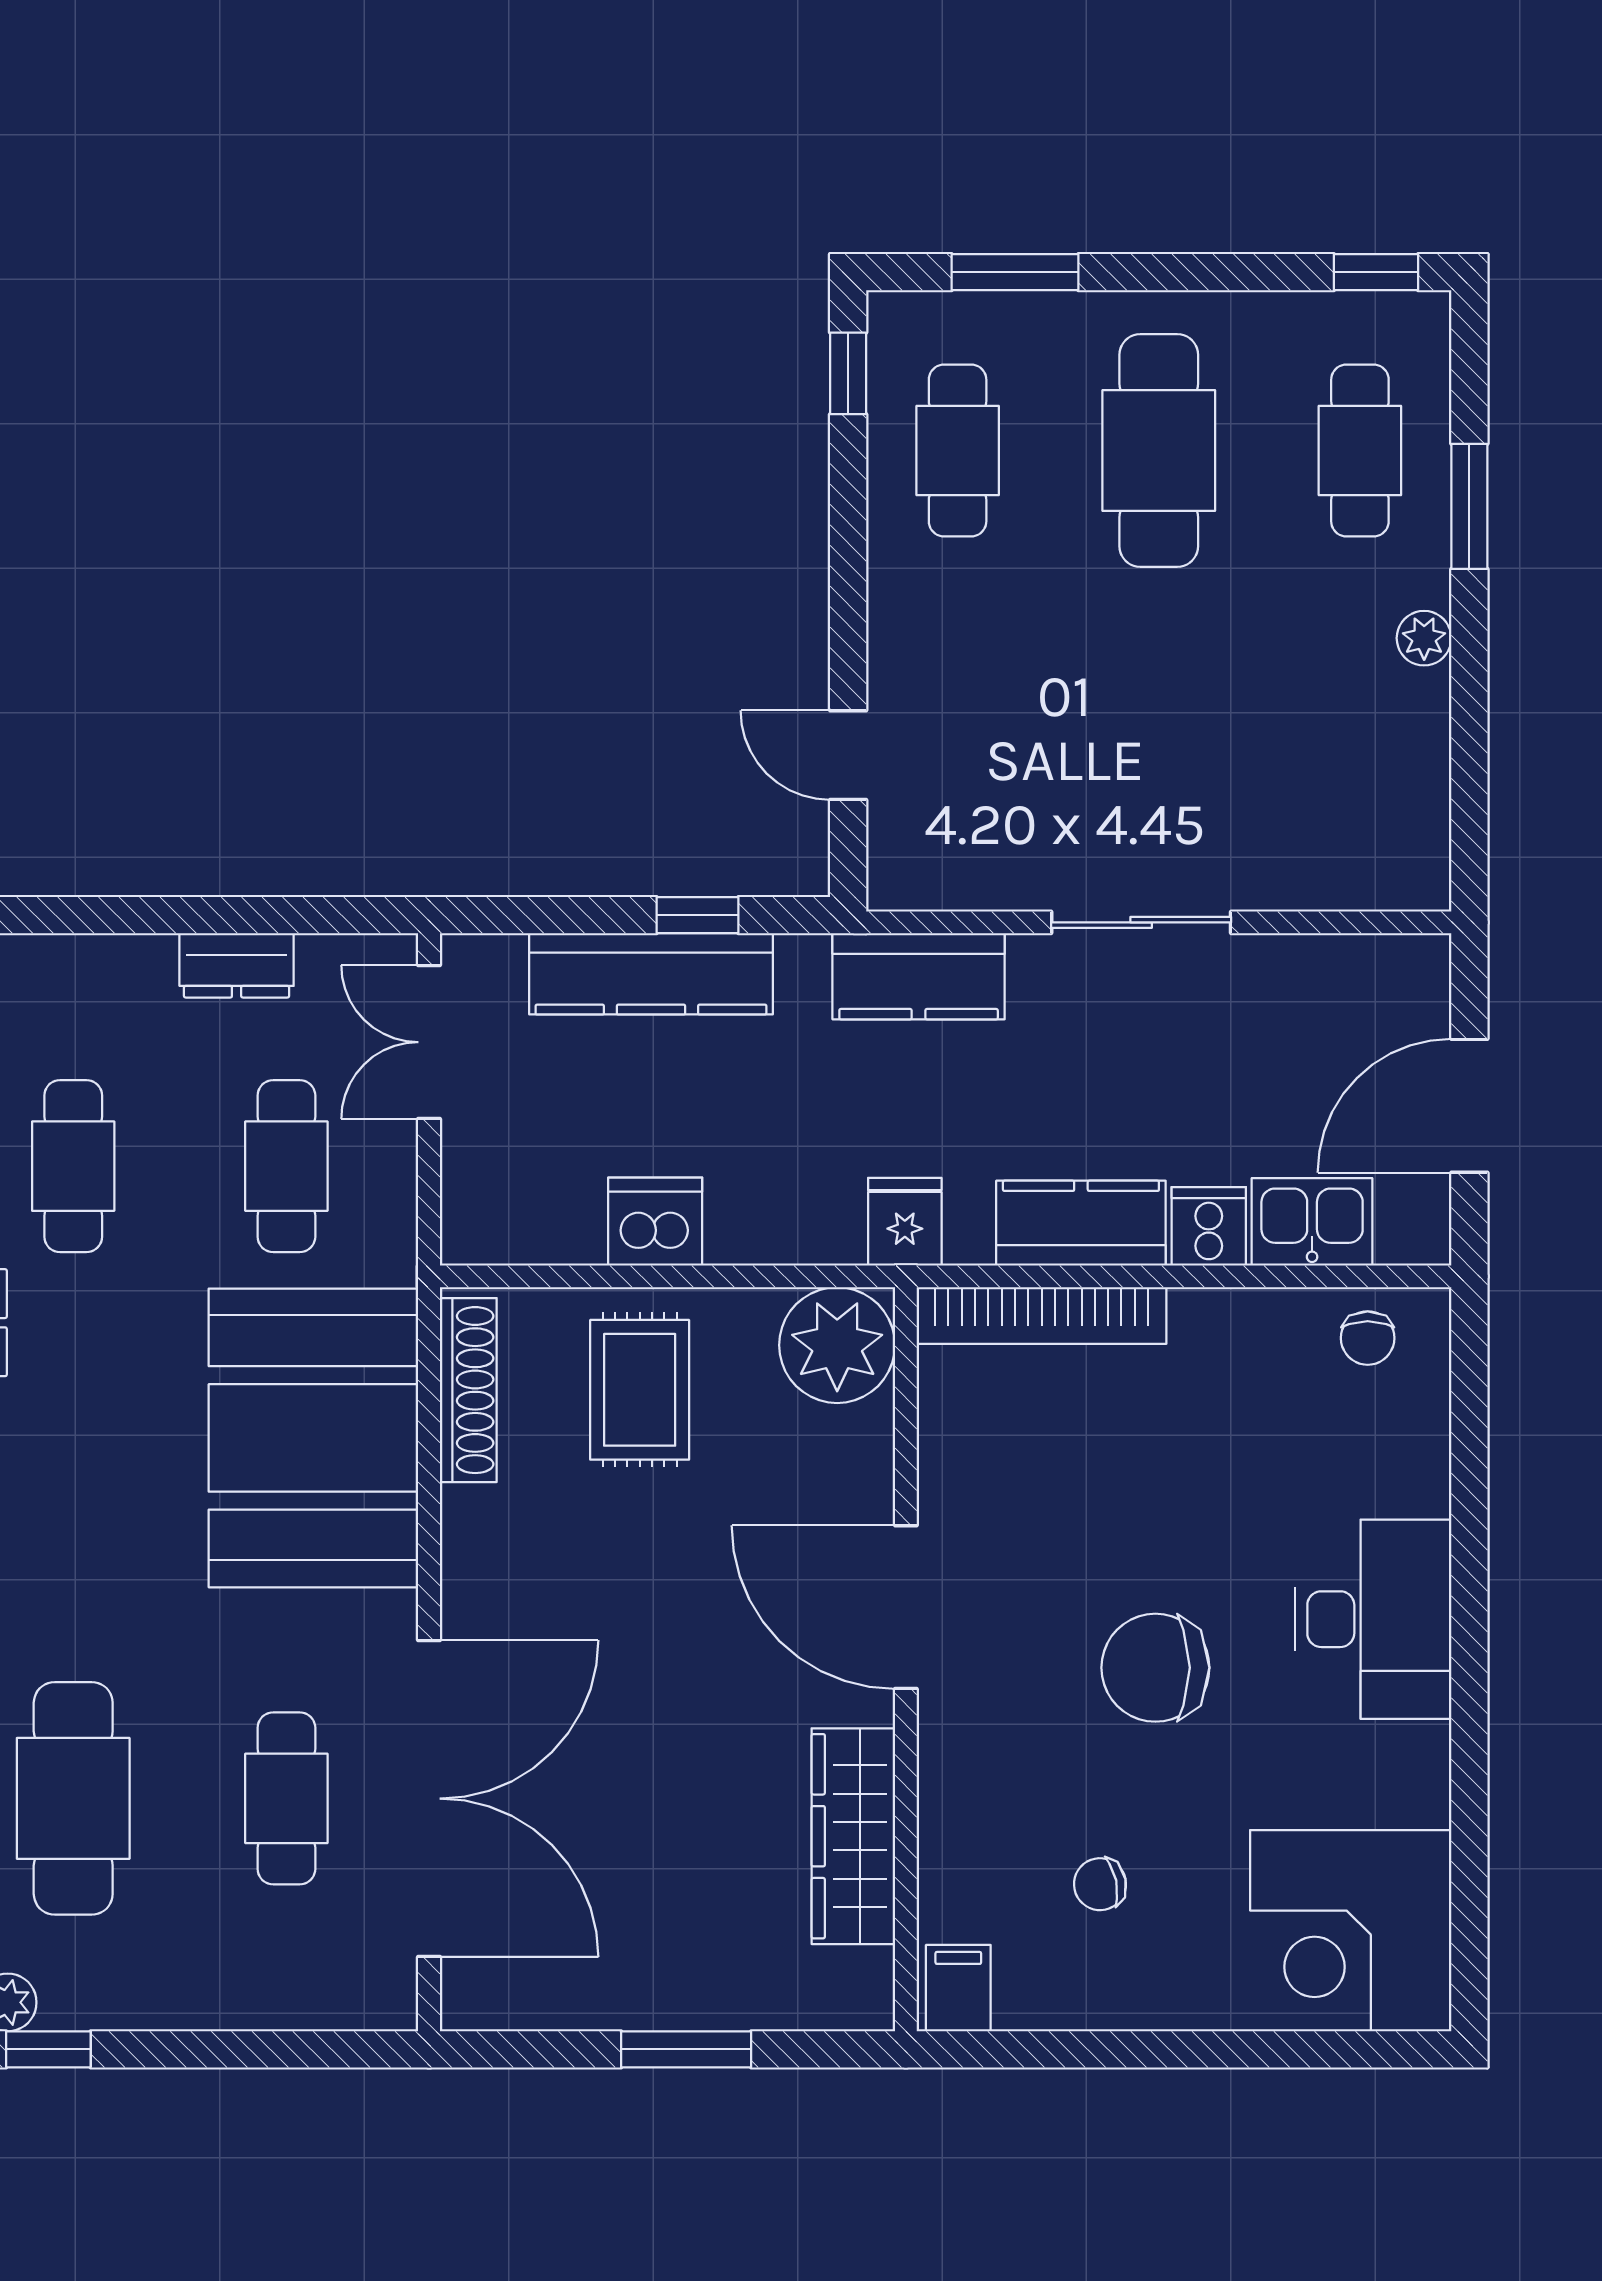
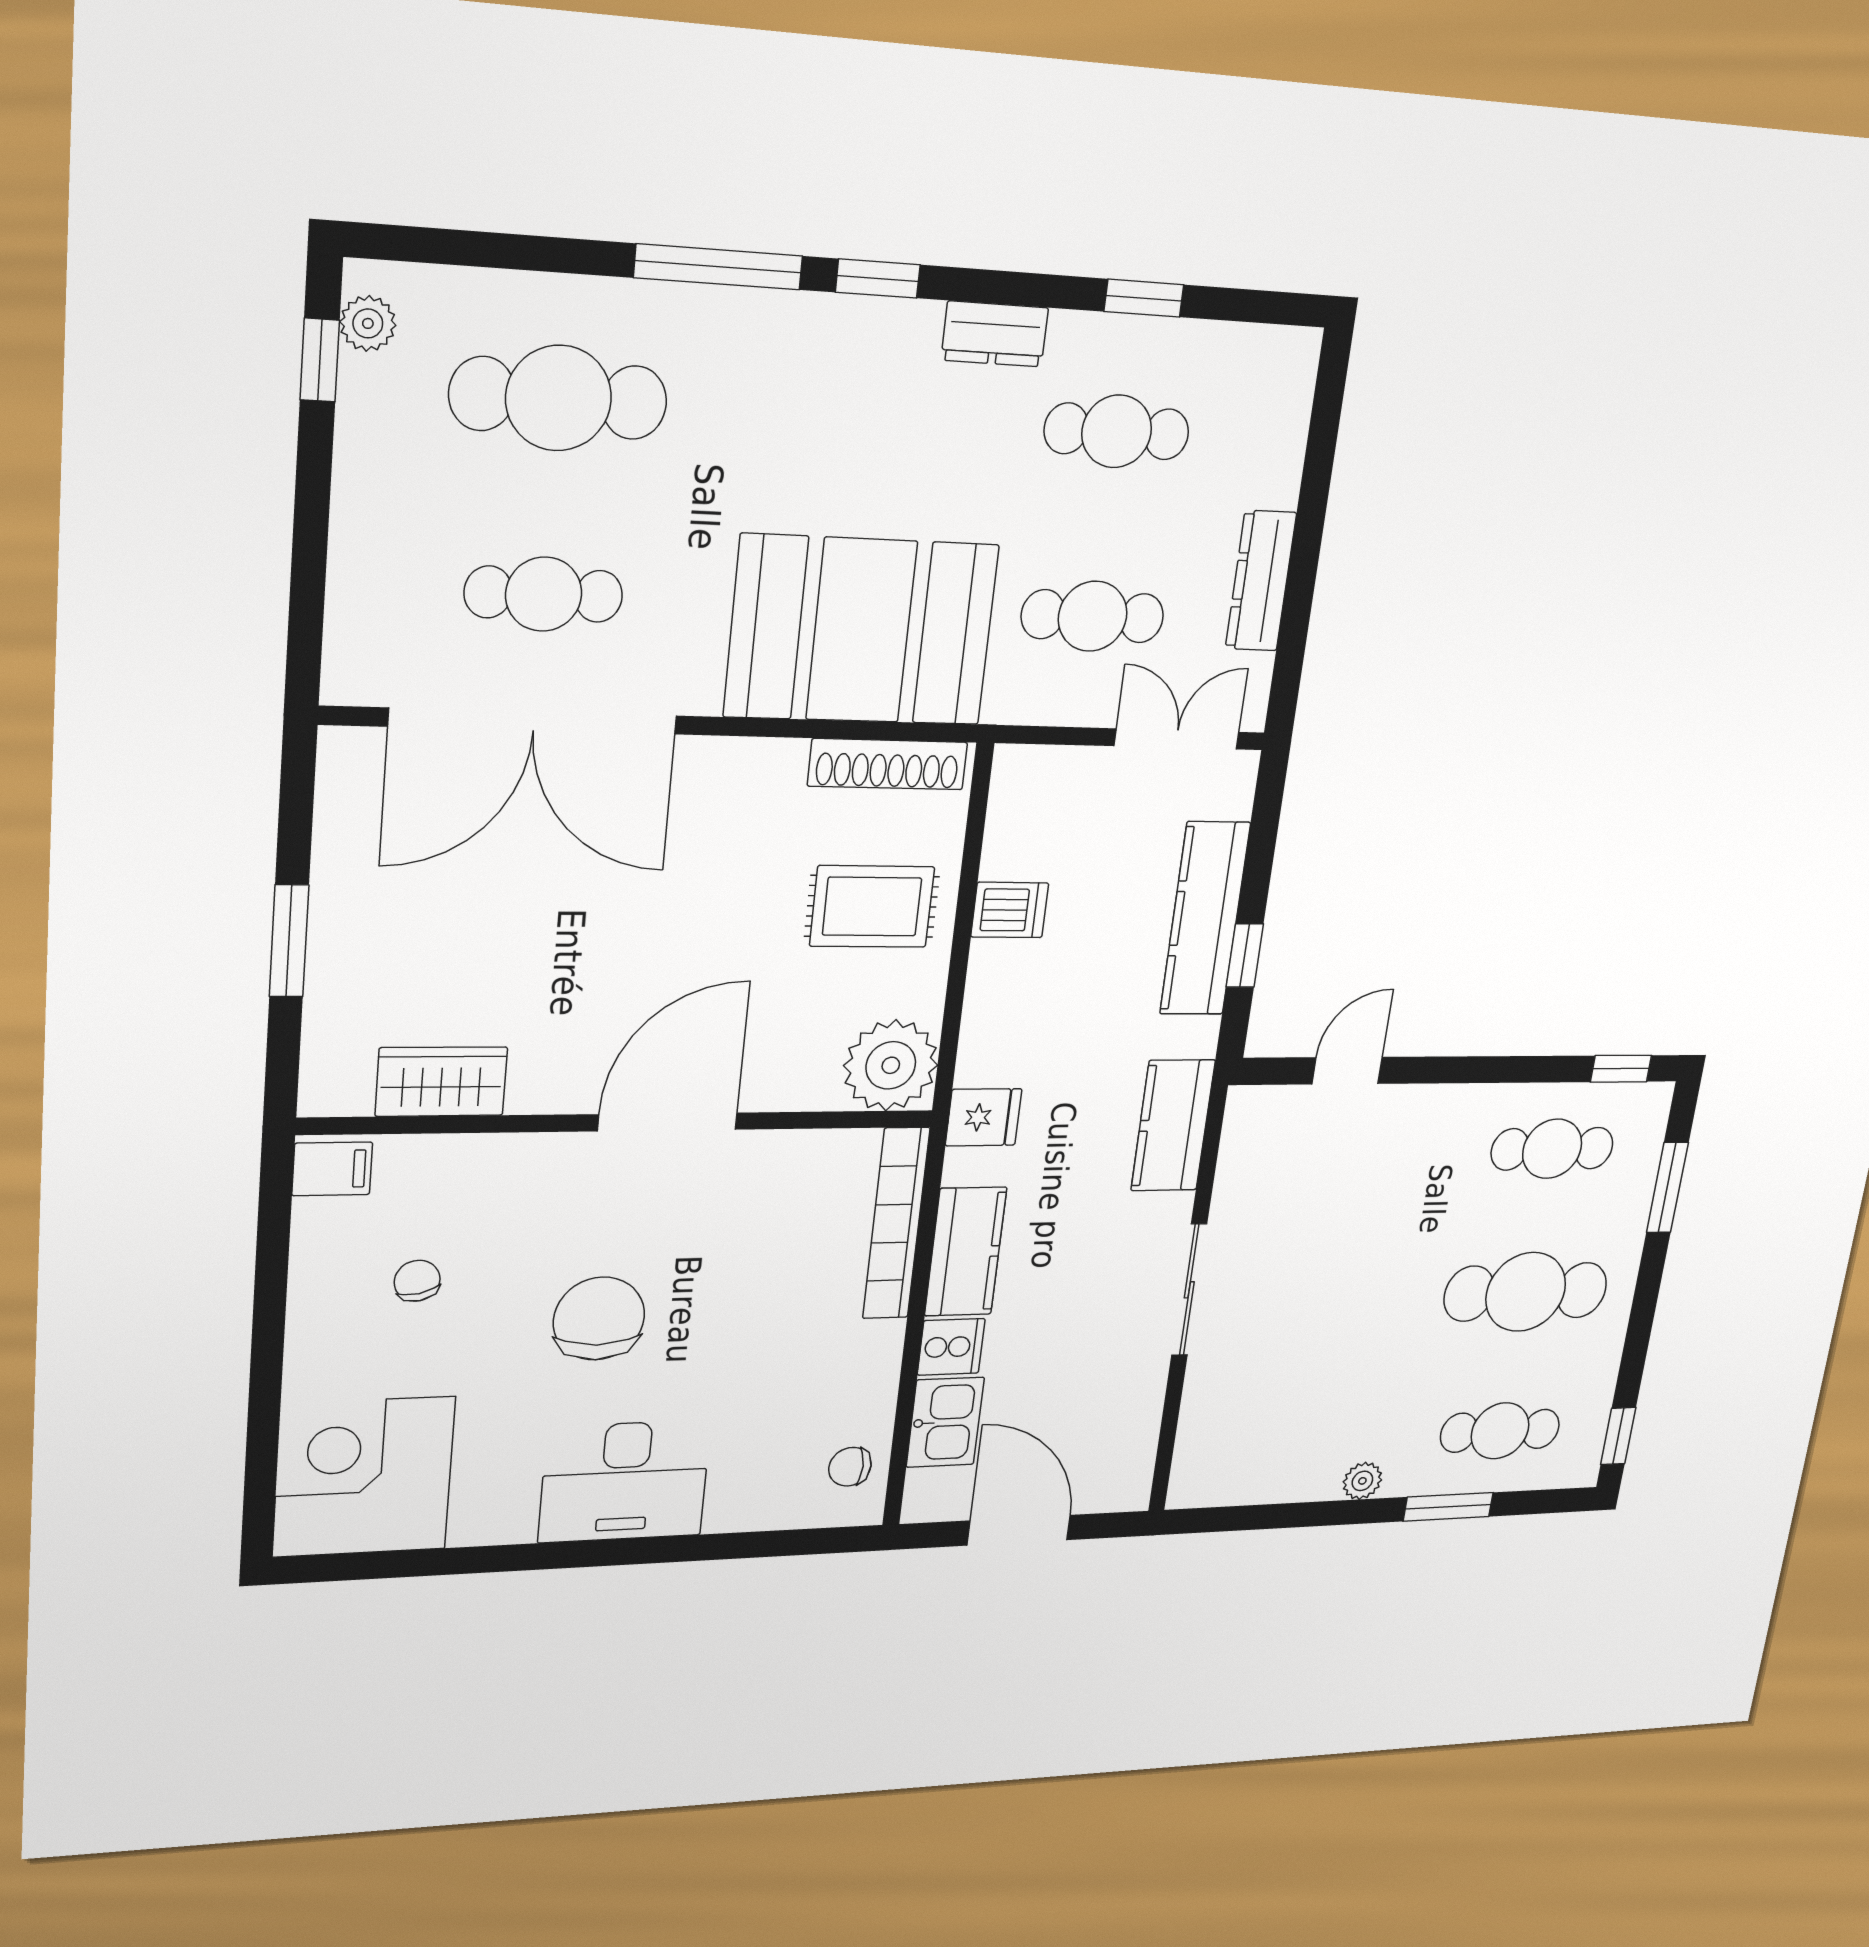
dresser: (237, 965) -> (1261, 581), width x1.44
dishwasher: (655, 1222) -> (1010, 910), width x0.73
wardrobe: (853, 1836) -> (441, 1082), width x0.67

